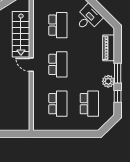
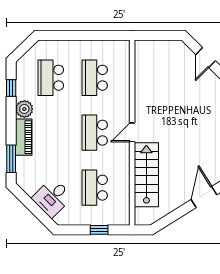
piano: (109, 48) -> (24, 137), moved
door: (31, 65) -> (132, 132), swing flipped
window: (118, 73) -> (11, 159), moved

